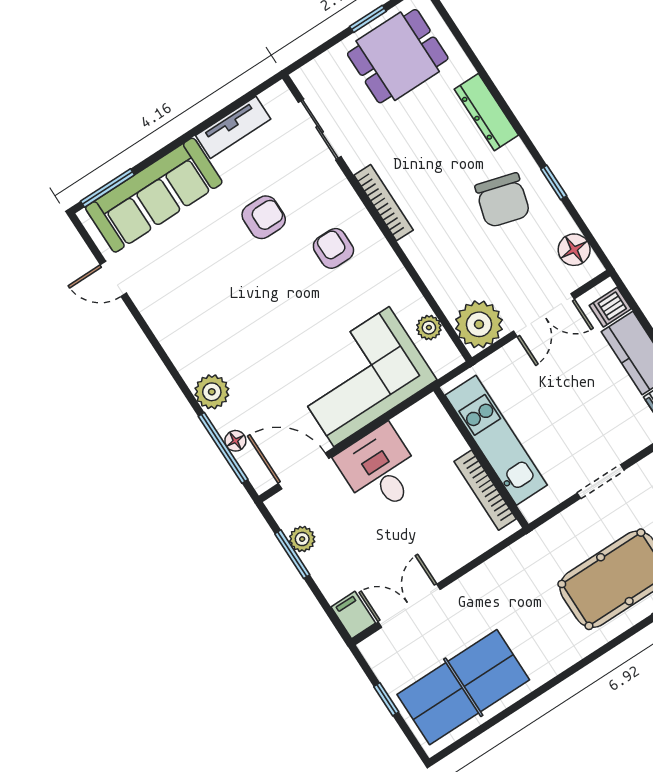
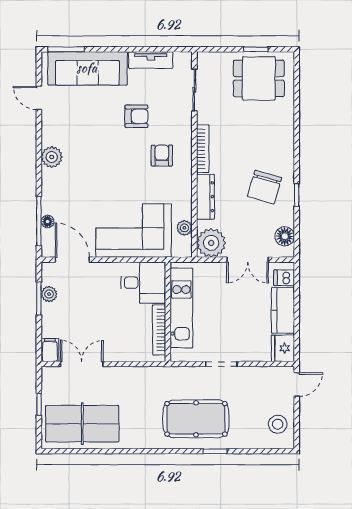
dresser: (486, 112) -> (205, 197), moved, turned 180
plant: (212, 392) -> (52, 157), moved
desk: (380, 469) -> (143, 283), moved, turned 90

